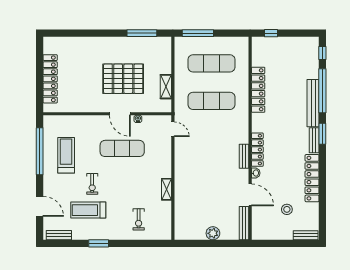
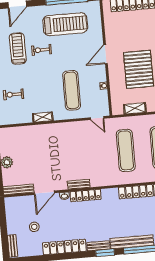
door: (120, 114) -> (105, 54), moved
door: (173, 129) -> (97, 118), hinge flipped
exercise mat: (122, 148) -> (72, 90), moved
treadmill: (66, 155) -> (65, 24), width x1.37, depth x1.38

